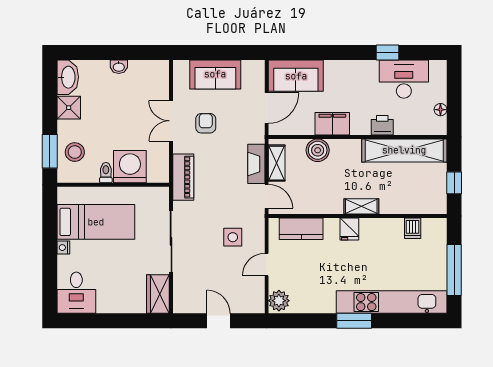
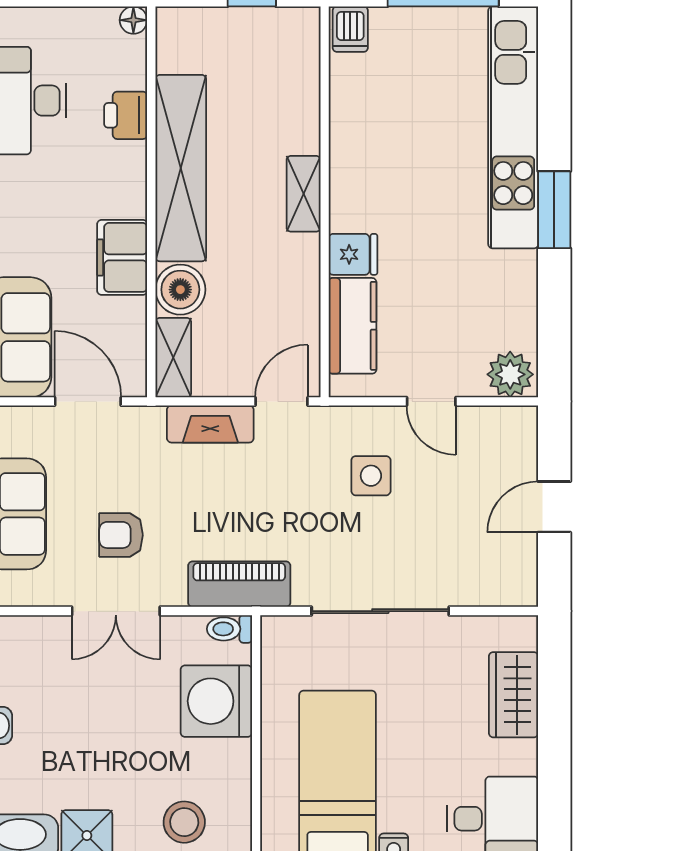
floor lamp: (440, 110) -> (133, 20), moved
printer: (382, 125) -> (126, 115), moved
shelving: (404, 150) -> (181, 168), moved
shelving: (277, 163) -> (173, 358), moved, turned 90
toilet: (106, 173) -> (229, 629), moved
dishwasher: (413, 228) -> (350, 29), moved, turned 90
fridge: (349, 229) -> (353, 254), moved
wardrobe: (158, 294) -> (514, 695), moved, turned 90

